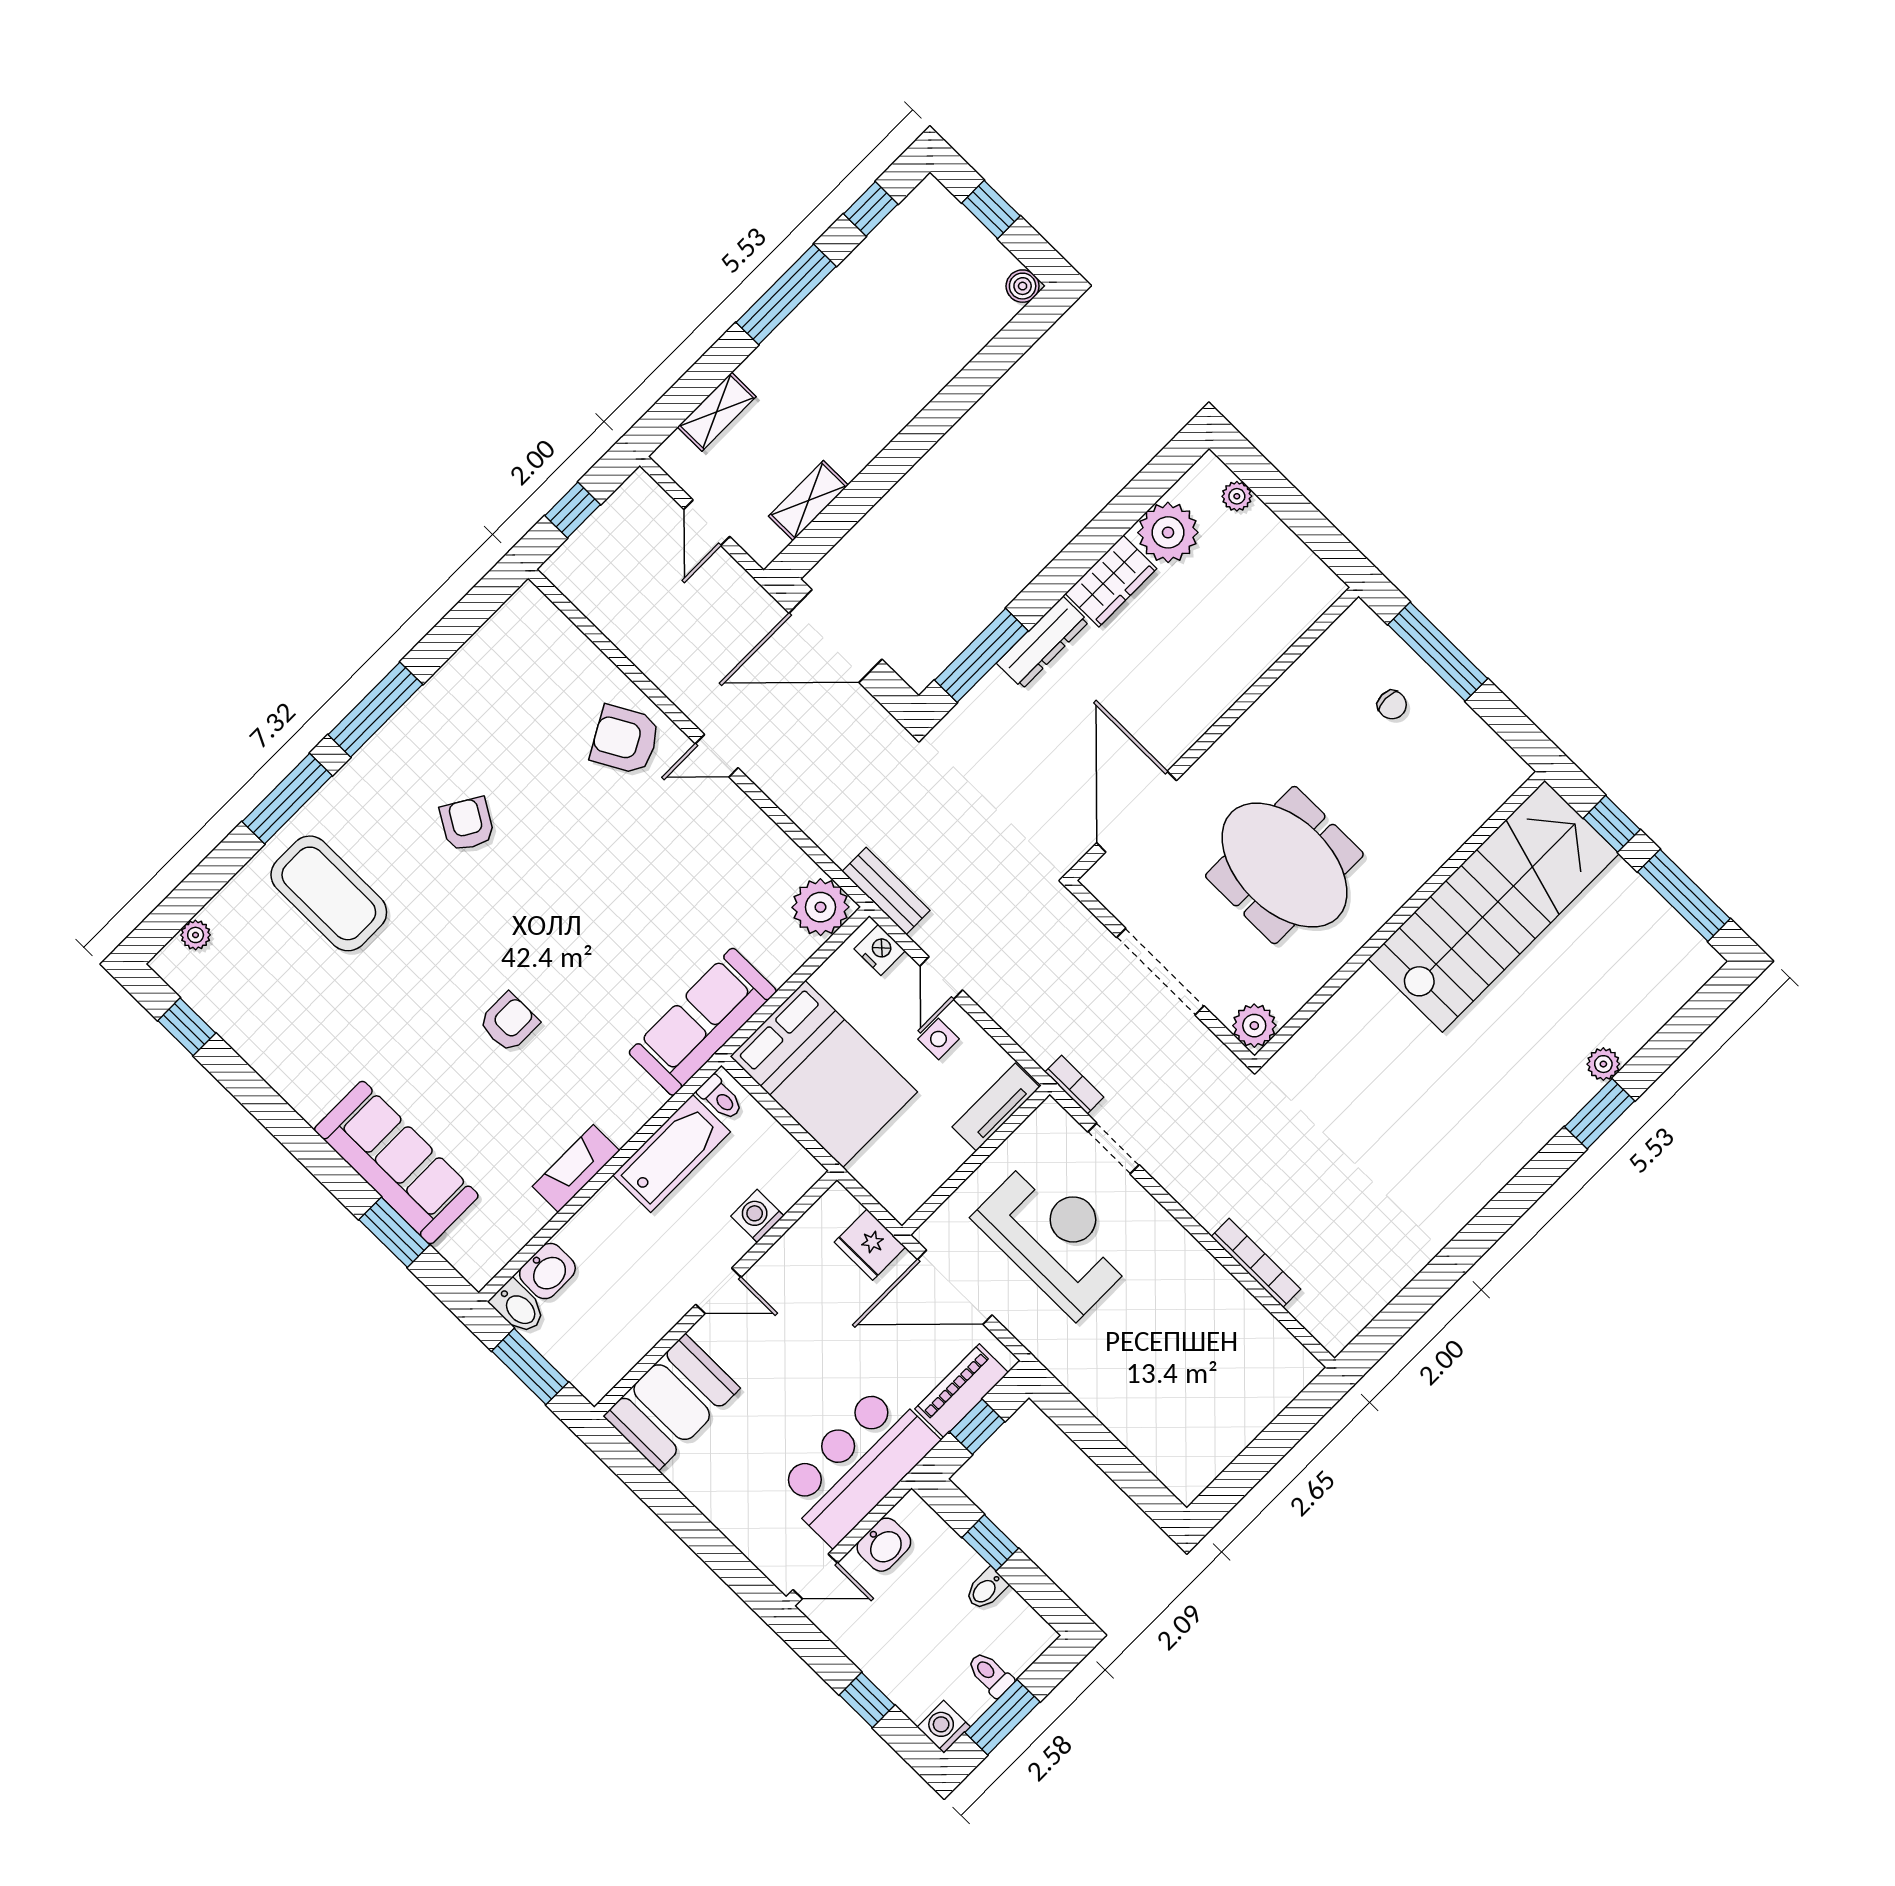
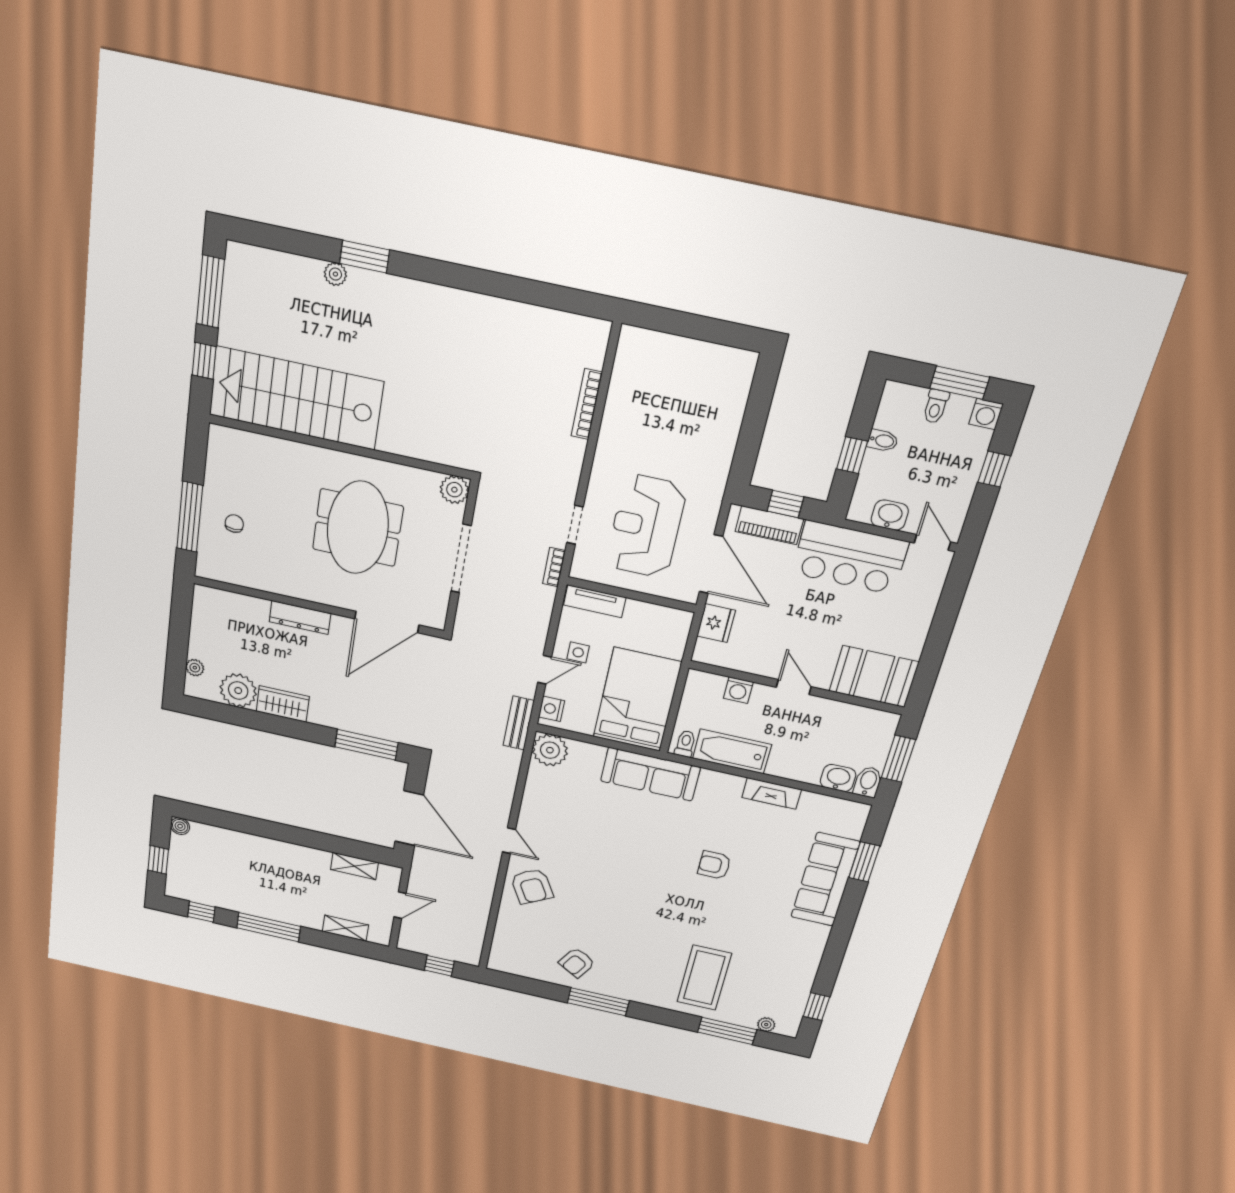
dresser: (1043, 642) -> (300, 618), moved, turned 180
window: (287, 799) -> (727, 1031), moved
armchair: (467, 824) -> (577, 963), moved

